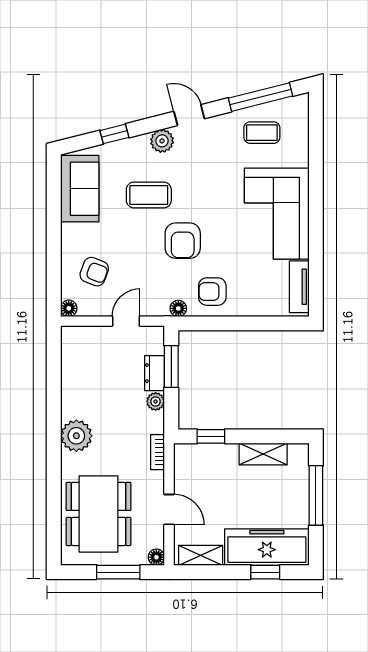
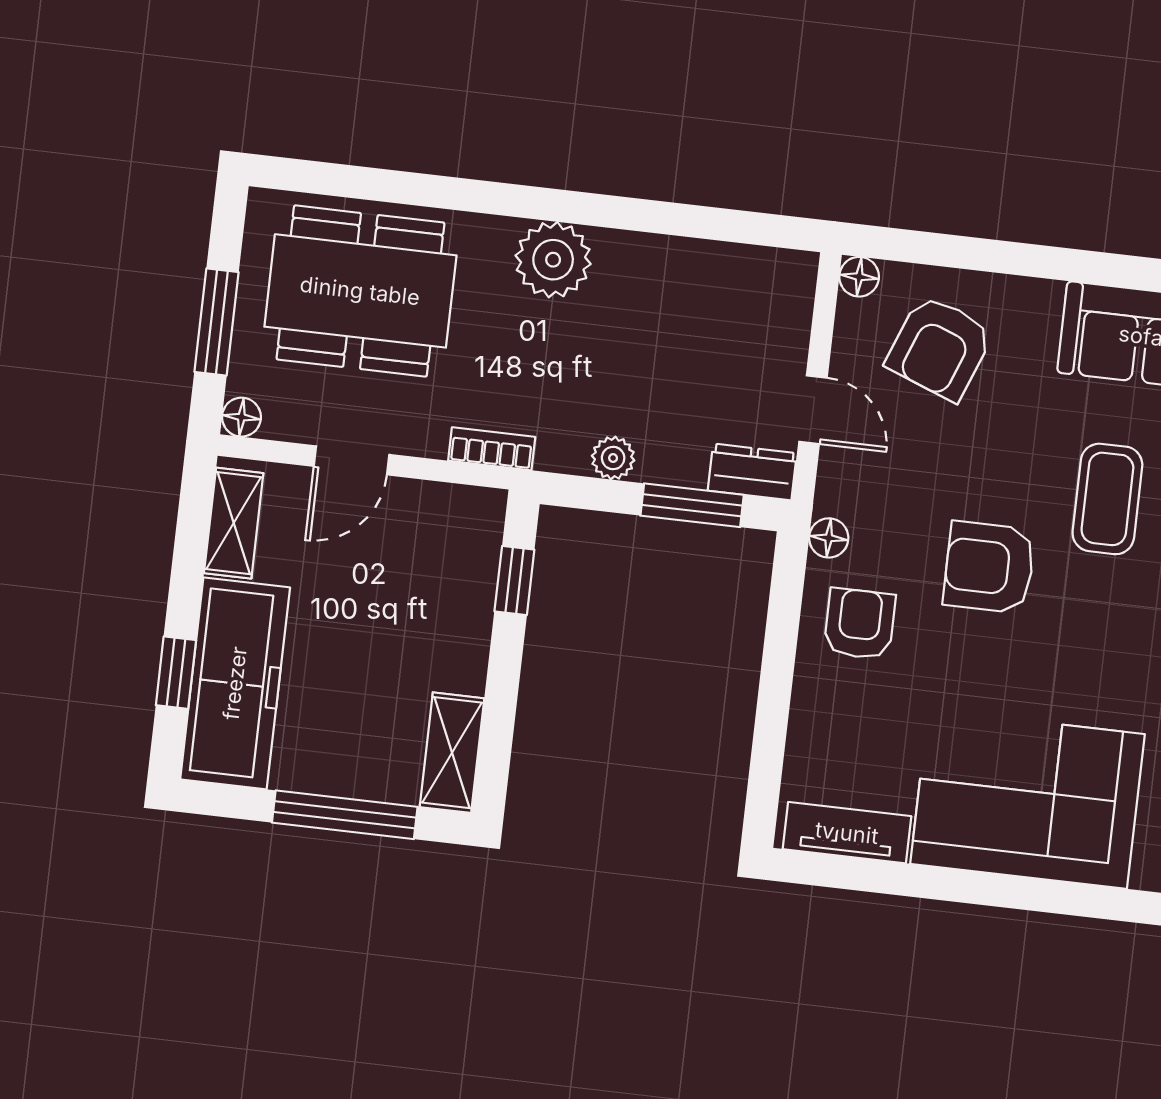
armchair: (94, 272) -> (940, 348), width x1.38, depth x1.38
dresser: (155, 373) -> (752, 472), moved
shelving: (263, 454) -> (452, 753), moved

